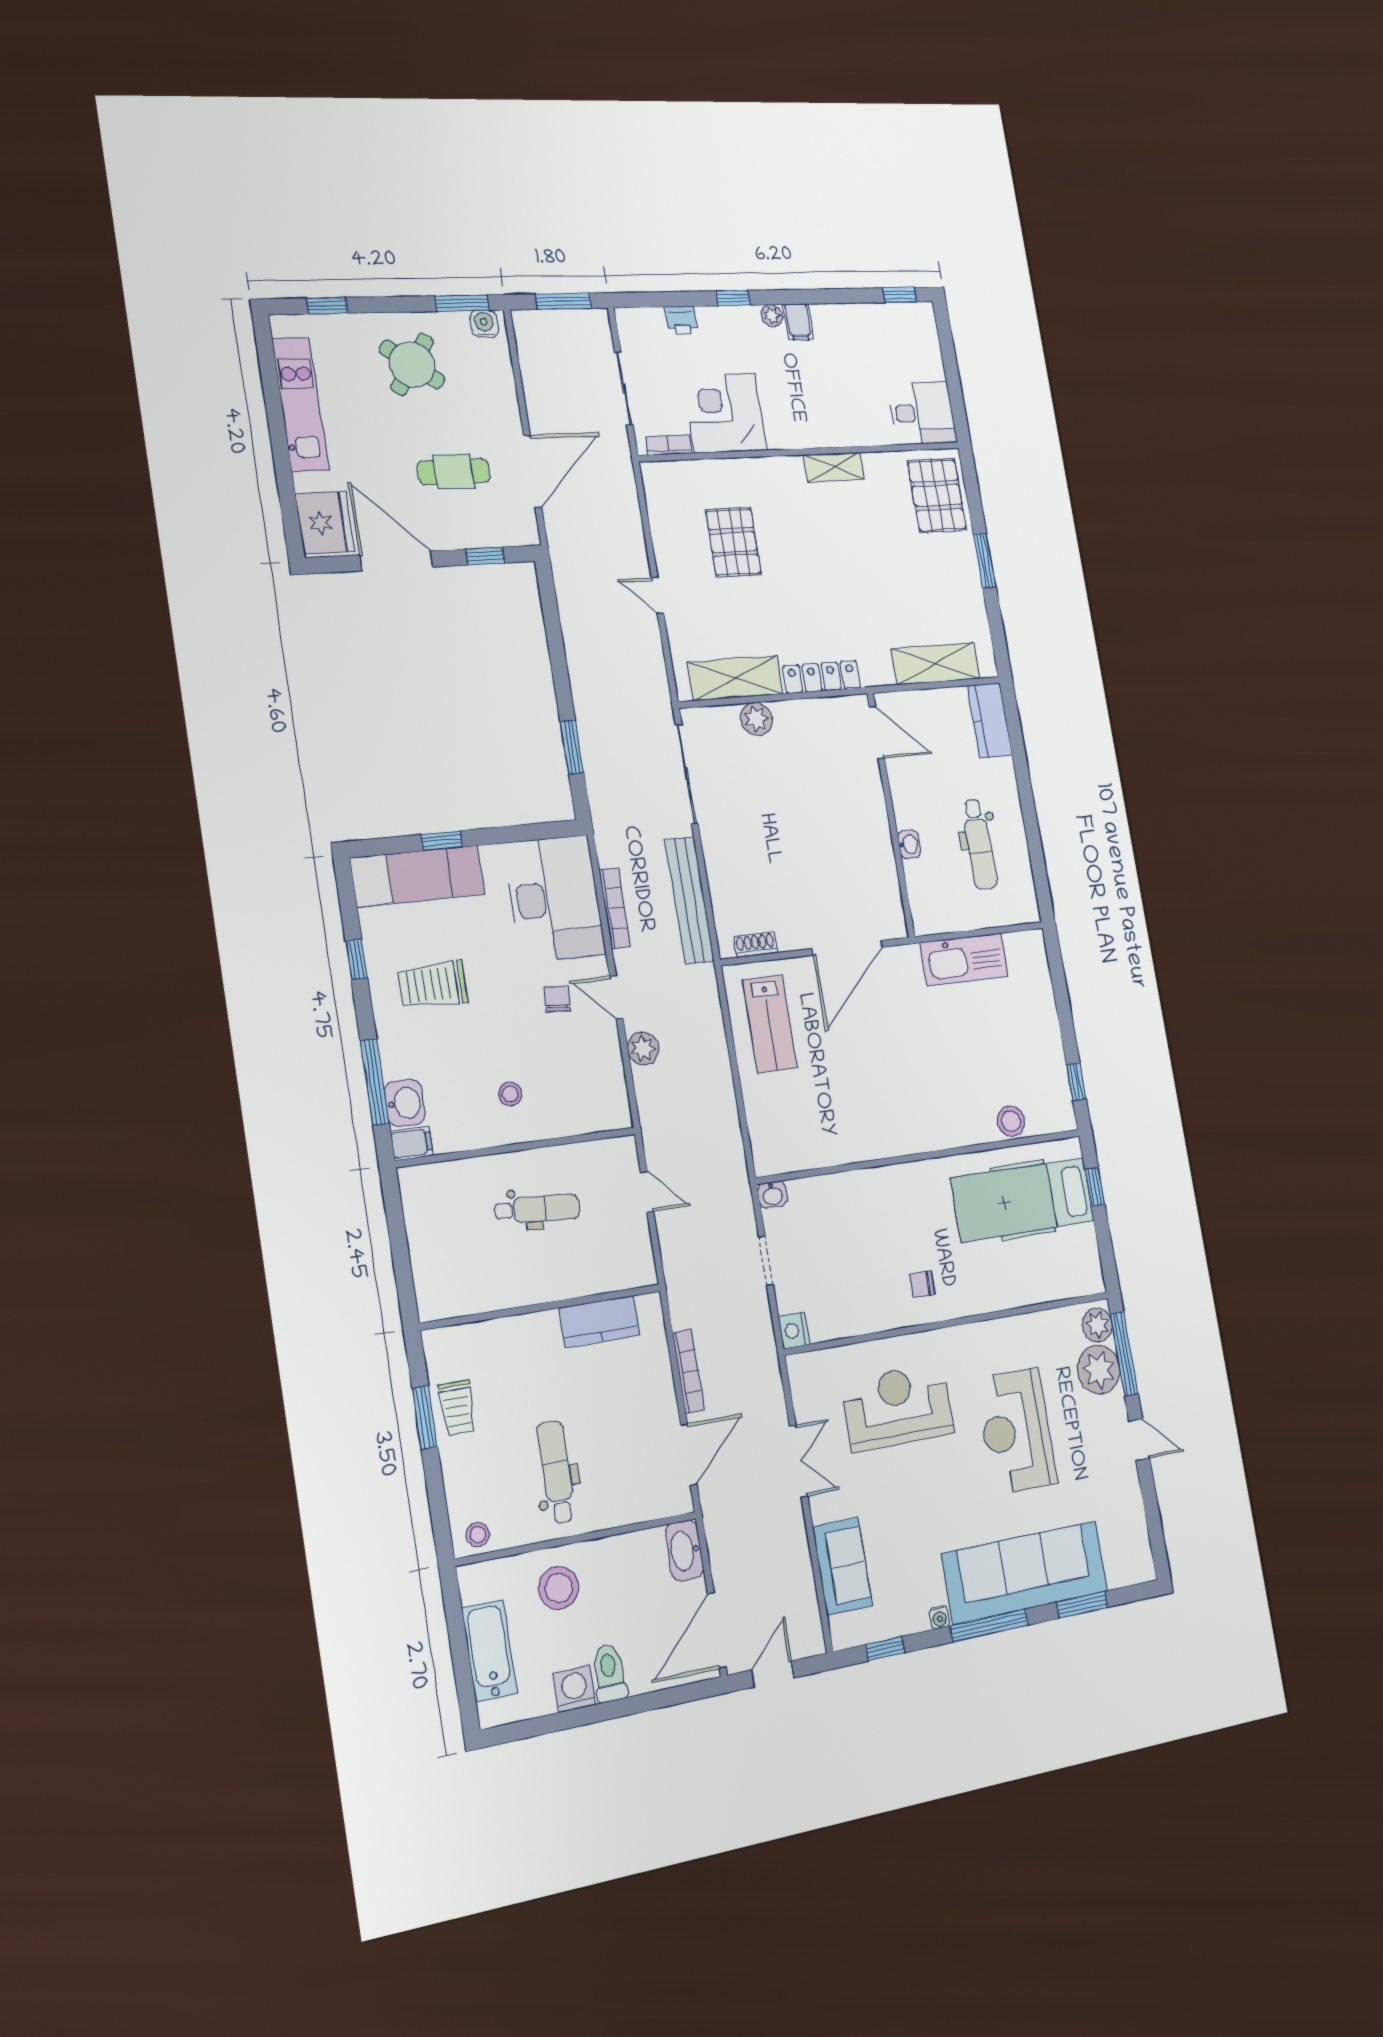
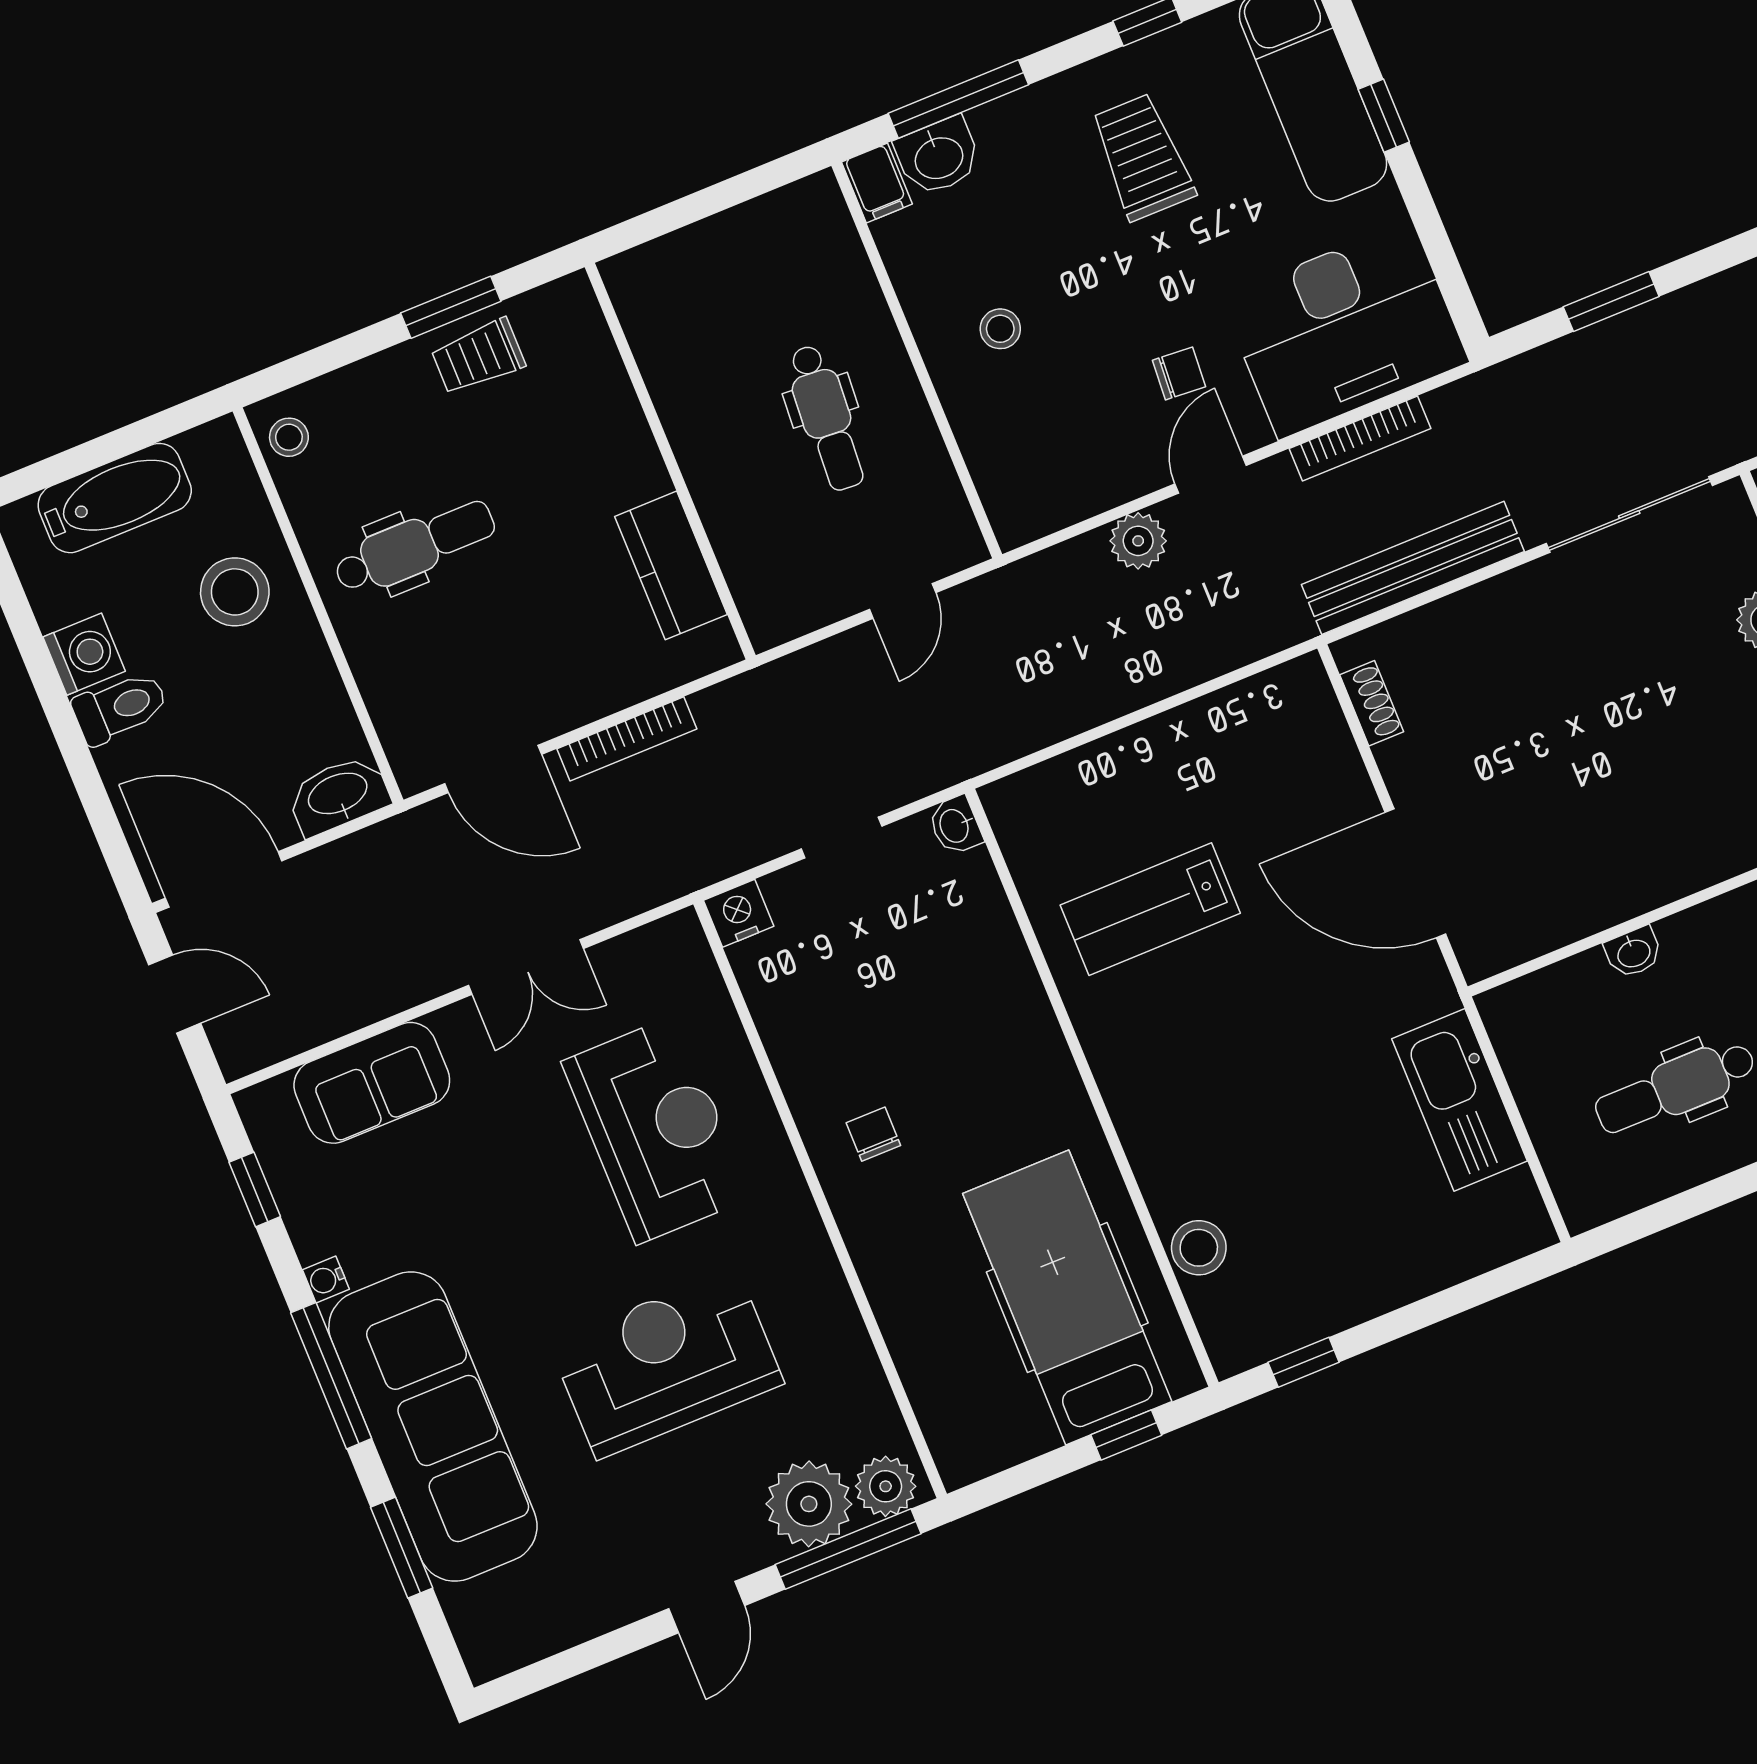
lab bench: (770, 1024) -> (1150, 909), moved

